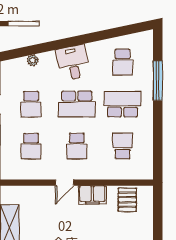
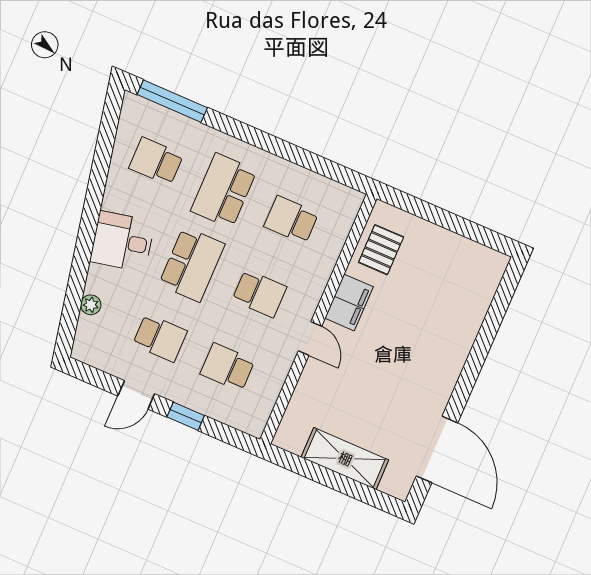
school desk: (123, 62) -> (156, 161), turned 180
window: (158, 81) -> (172, 101), moved
school desk: (31, 146) -> (228, 367), turned 180
pallet: (127, 200) -> (381, 250), turned 90

